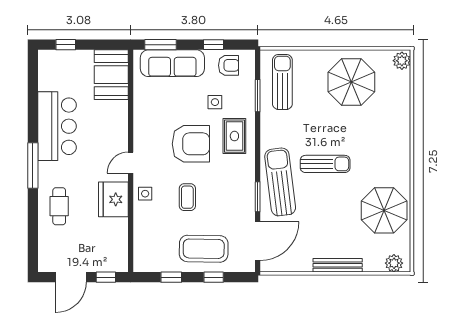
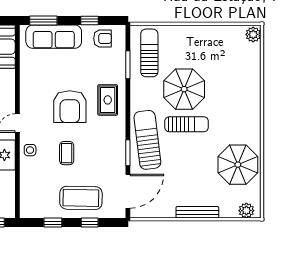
parasol: (351, 82) -> (184, 89), moved
side table: (215, 102) -> (91, 70), removed
armchair: (191, 144) -> (70, 107), turned 90

